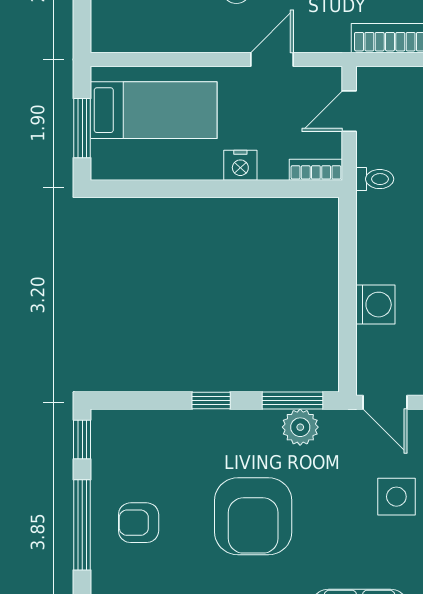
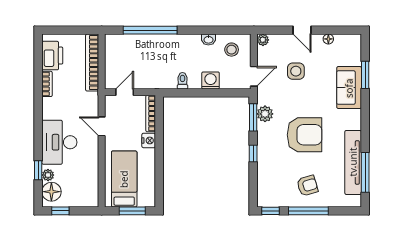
door: (349, 111) -> (125, 92), swing flipped
bookcase: (316, 170) -> (151, 114), width x1.56
toilet: (375, 179) -> (182, 81), moved
armchair: (139, 523) -> (307, 186), turned -107

